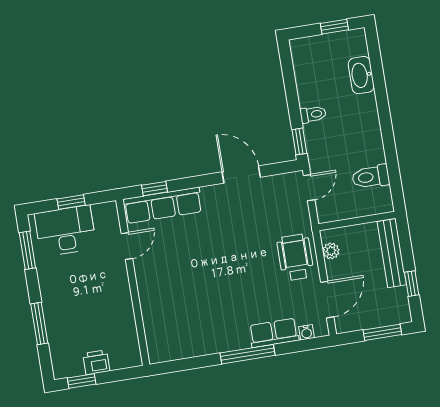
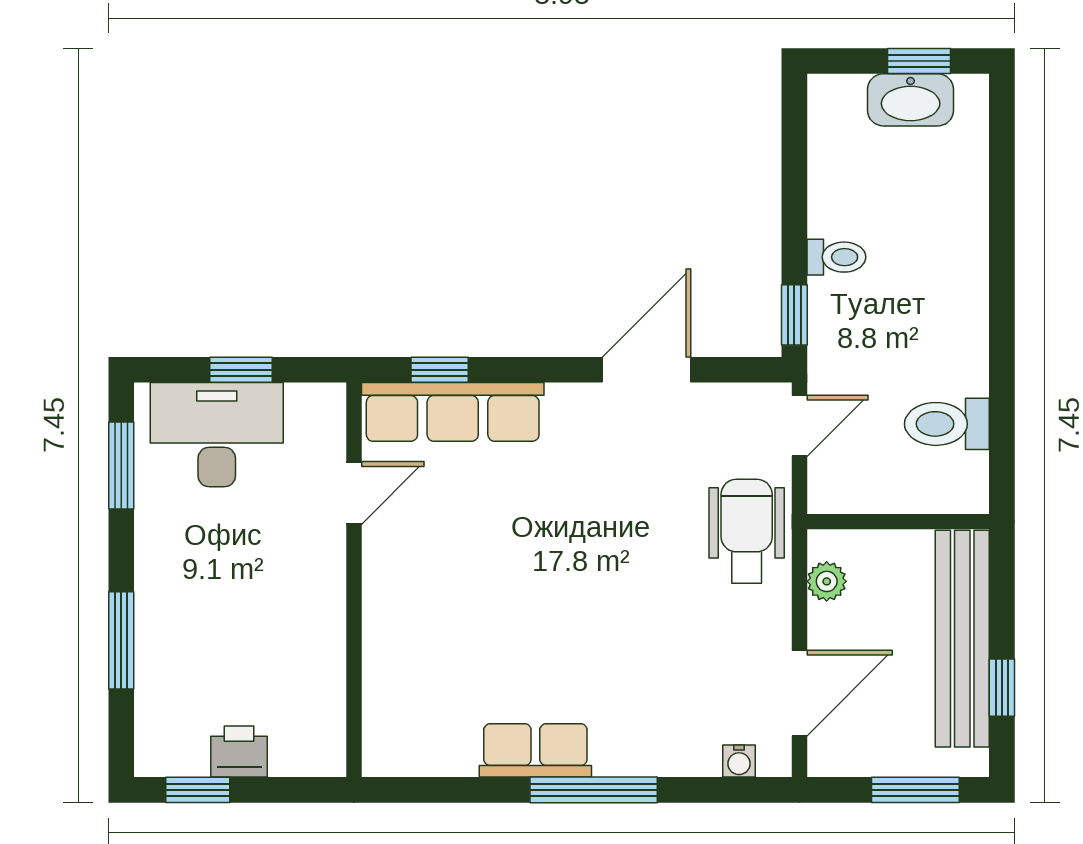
washbasin: (361, 75) -> (911, 100), moved, turned -90
door: (241, 174) -> (647, 370), hinge flipped
bench: (392, 253) -> (962, 639), width x1.37, depth x1.21
wheelchair: (295, 257) -> (747, 531), moved
row of seats: (274, 333) -> (535, 750), moved

